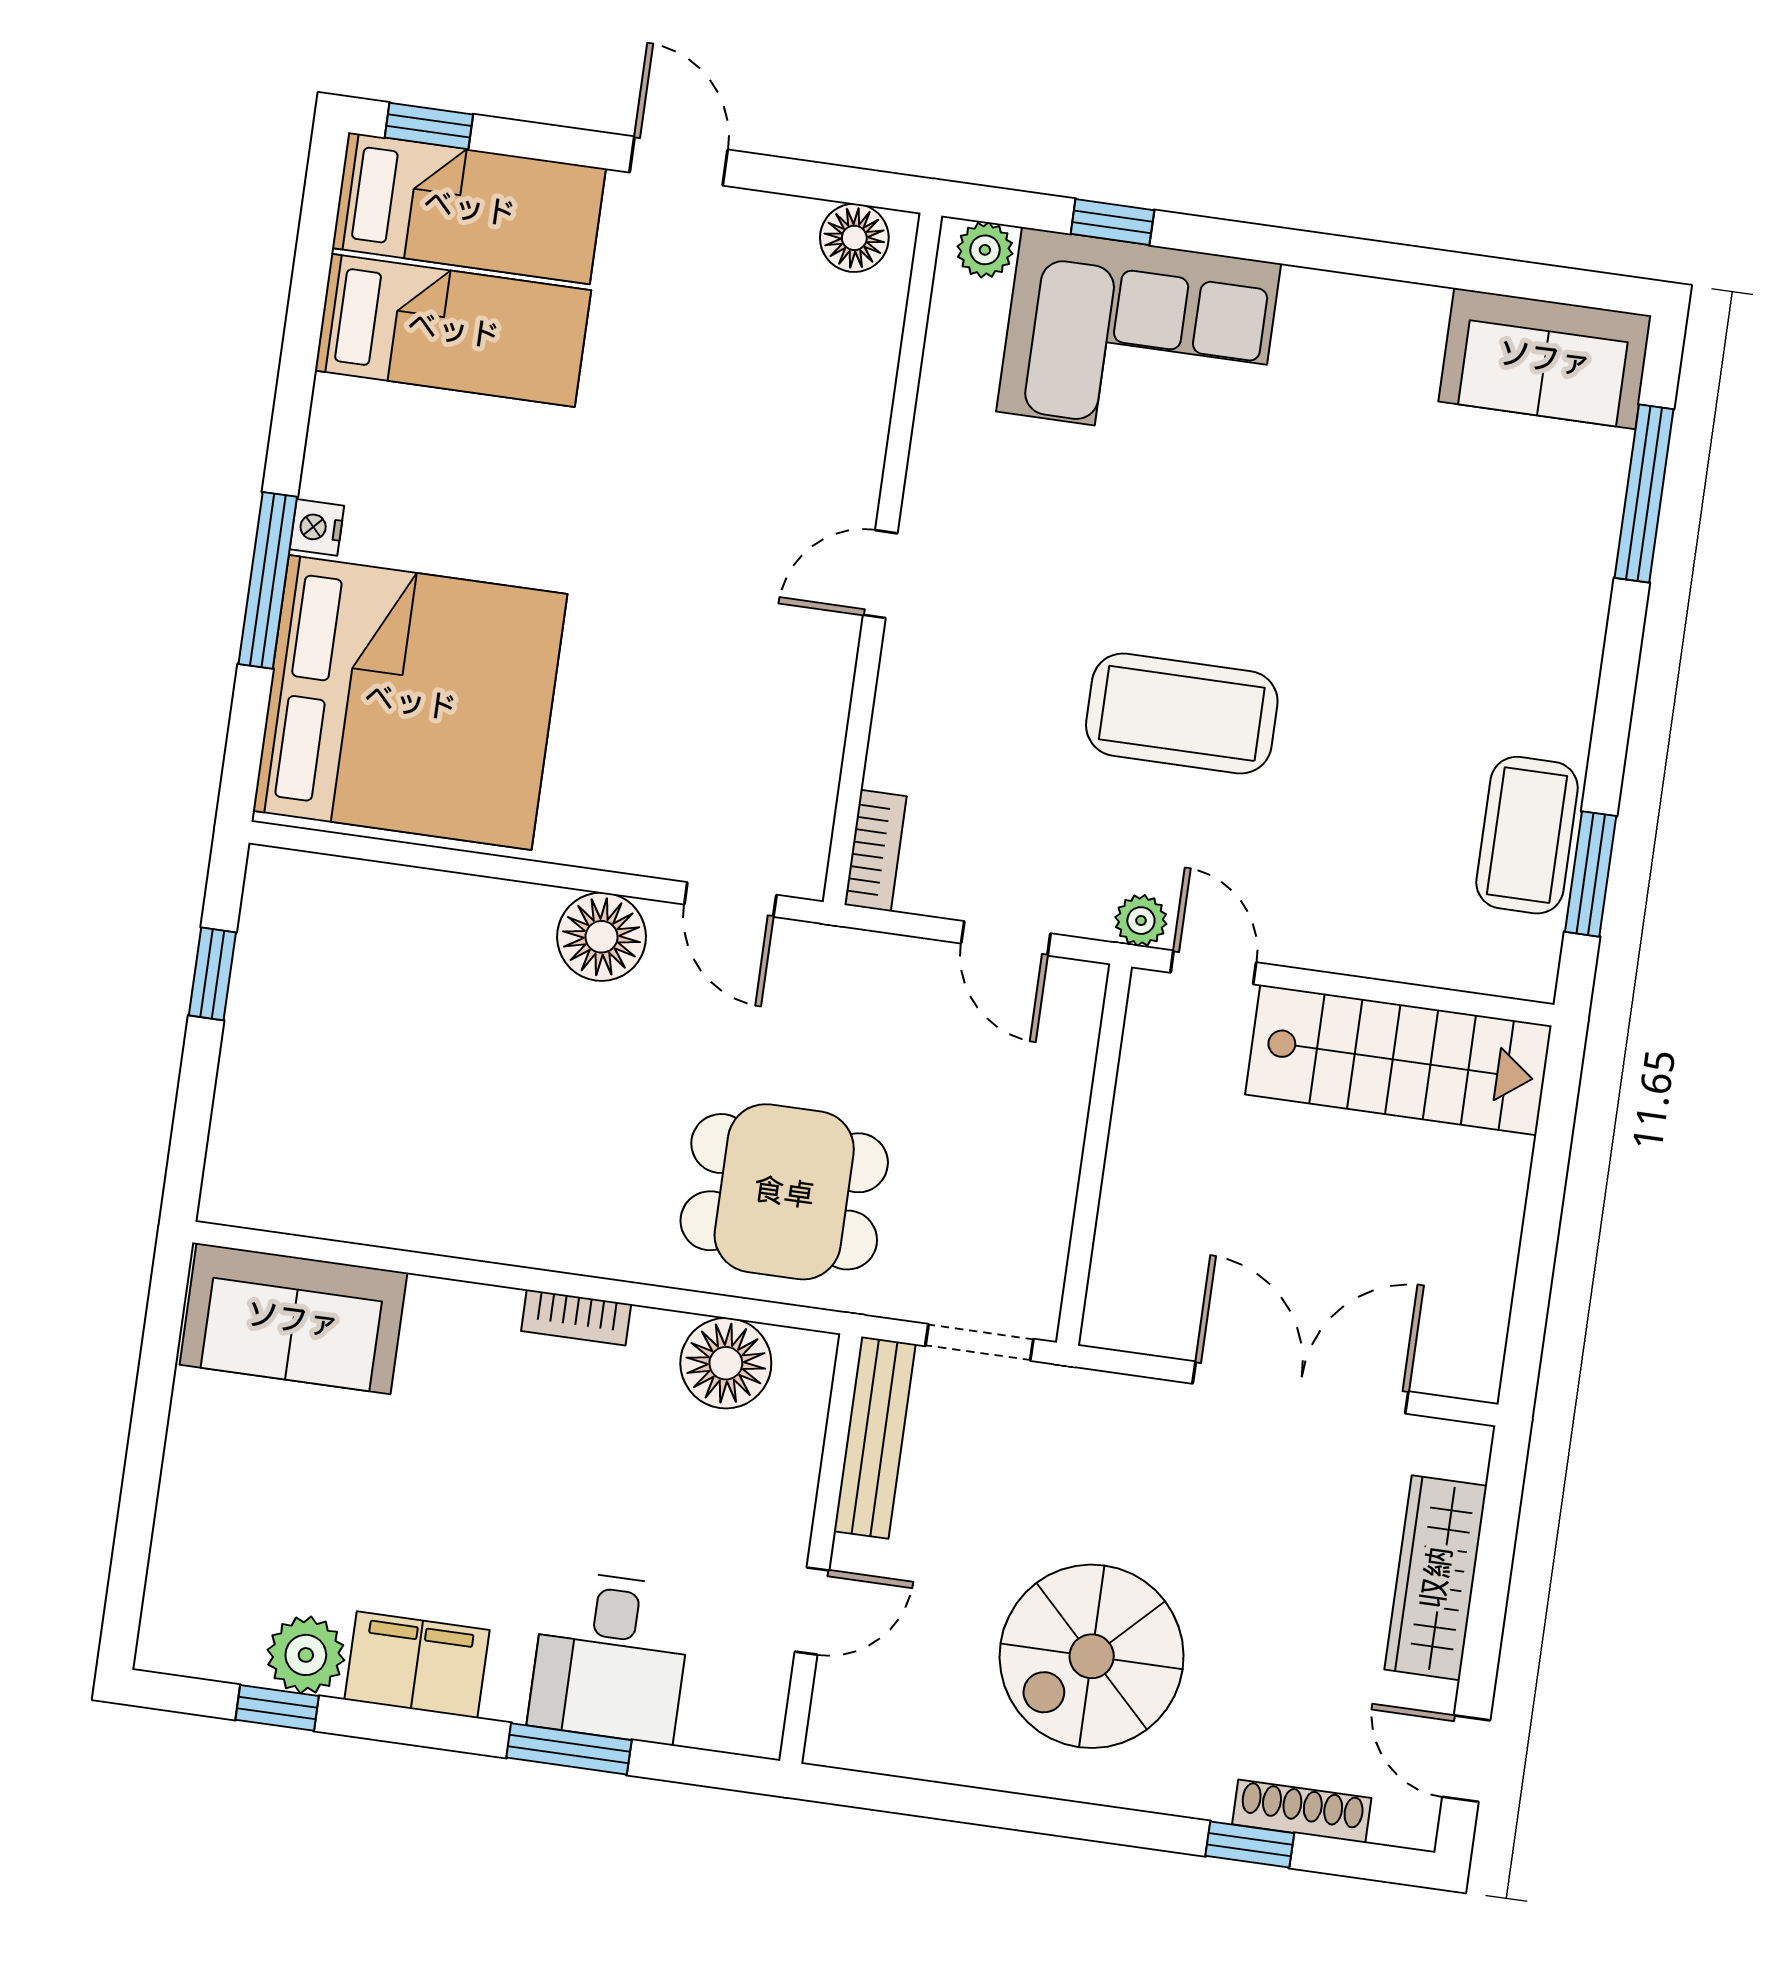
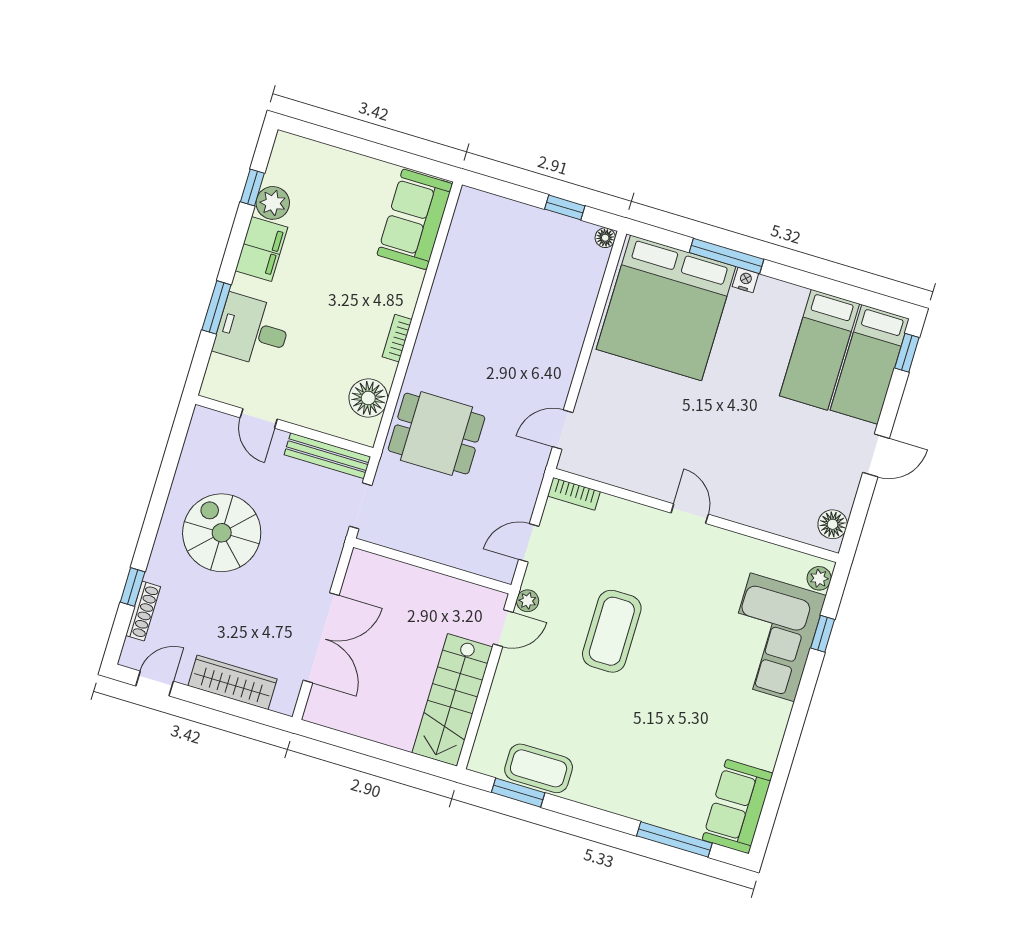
floor lamp: (602, 937) -> (605, 238), moved, width x0.53, depth x0.53
dining table: (784, 1192) -> (437, 434), turned 90

